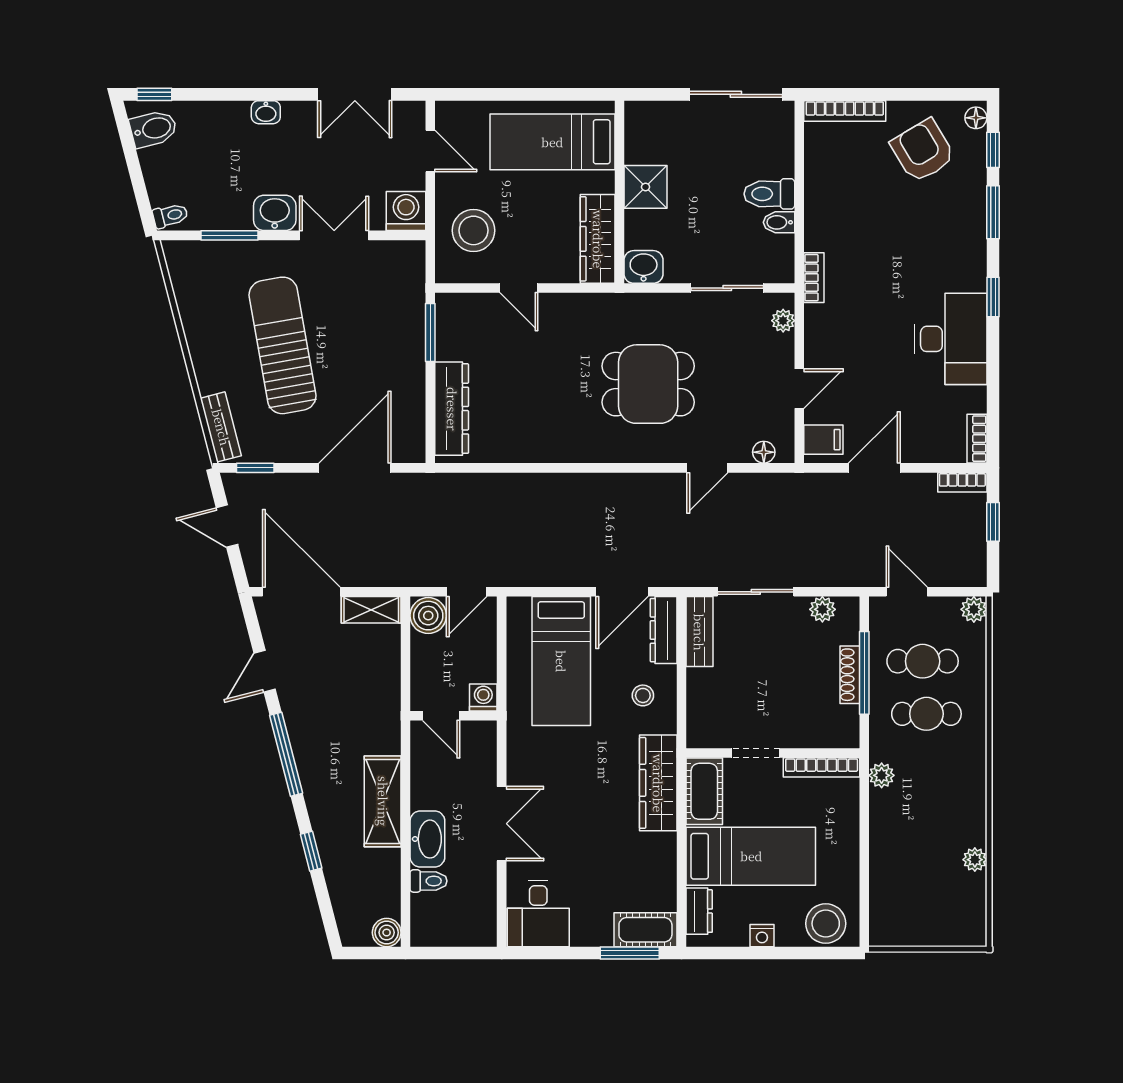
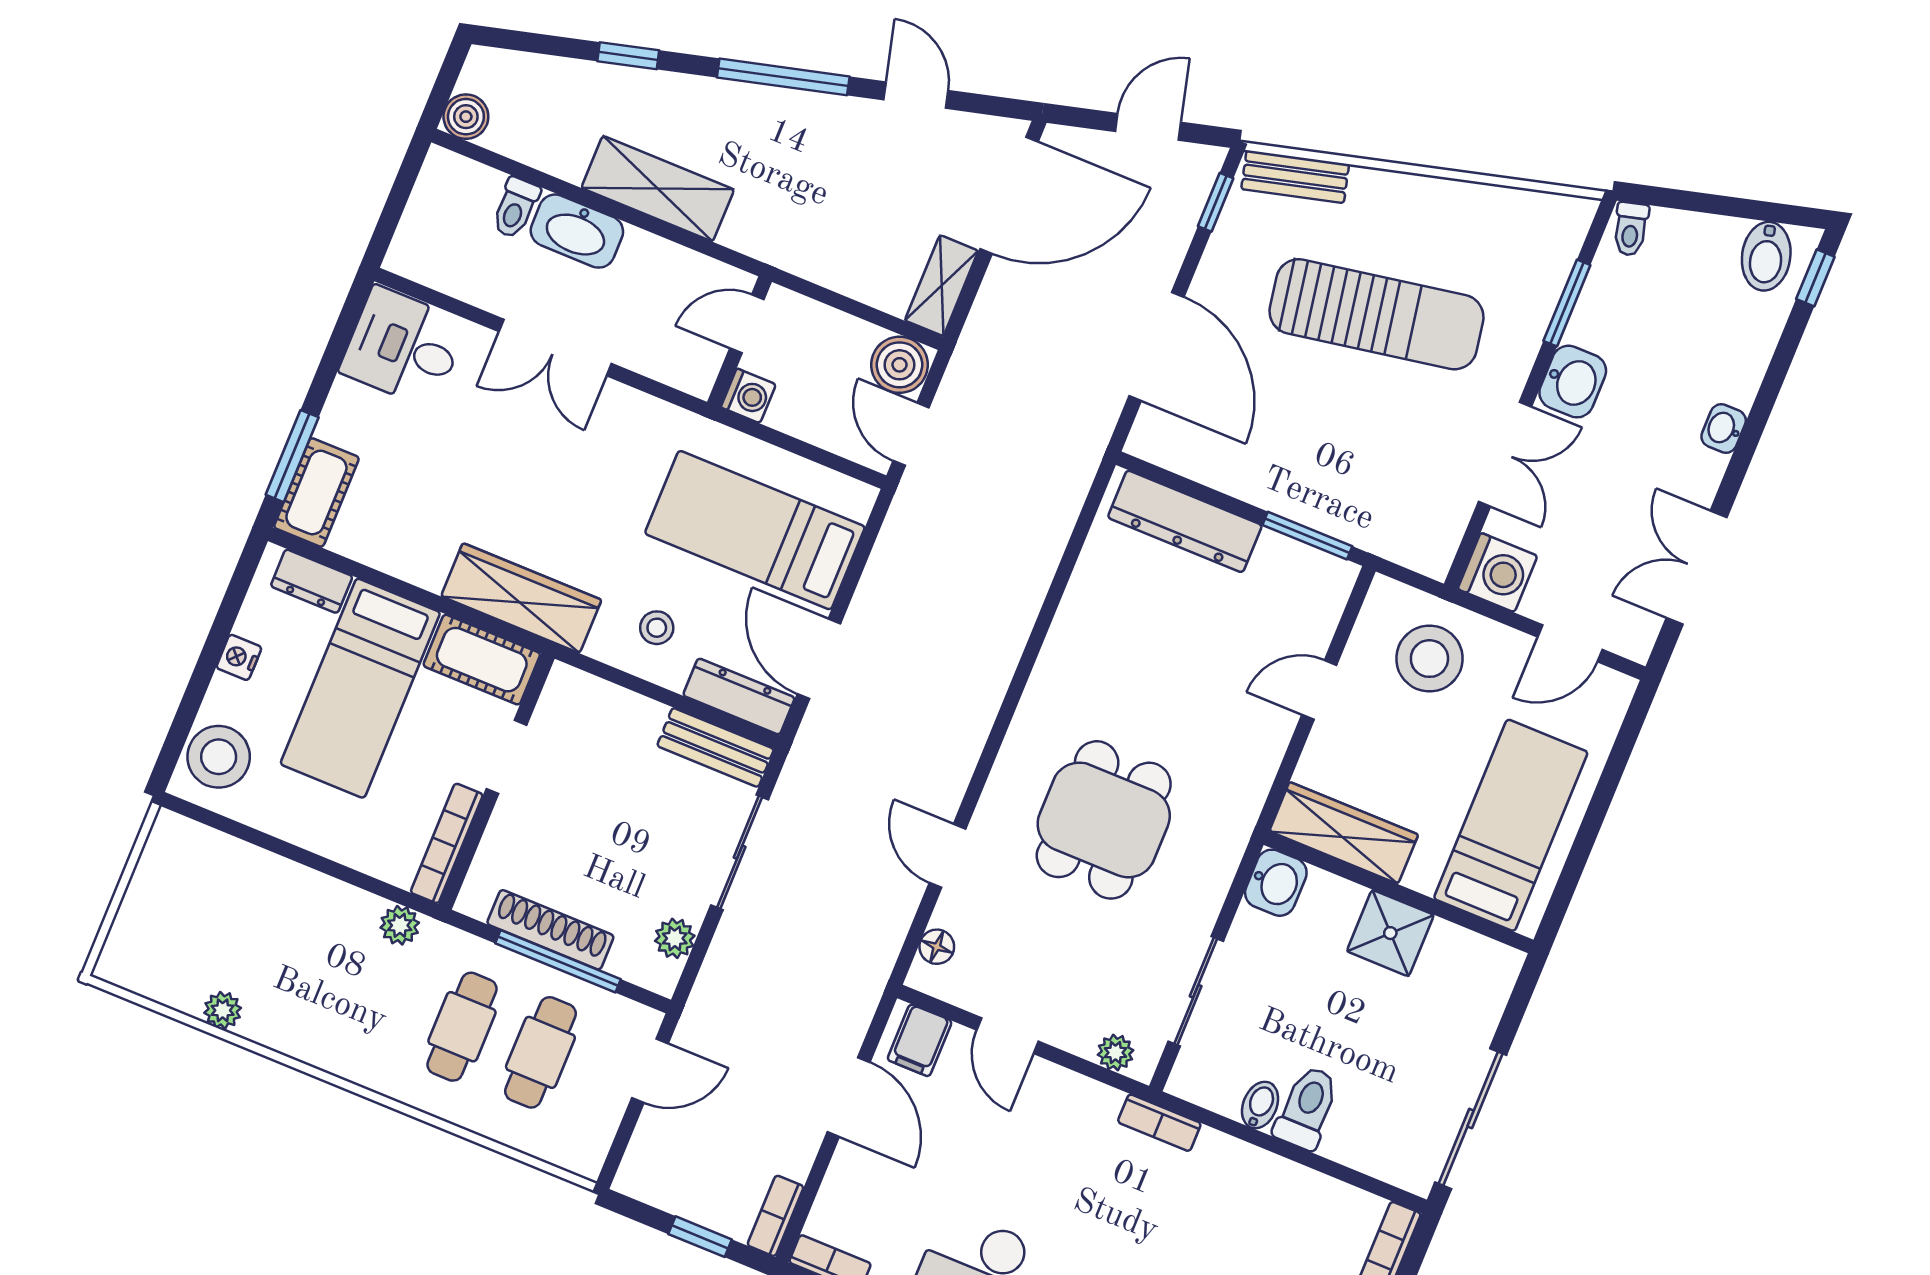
plant: (974, 609) -> (585, 1157), removed
shoe rack: (850, 675) -> (550, 930), width x1.36, depth x1.24

